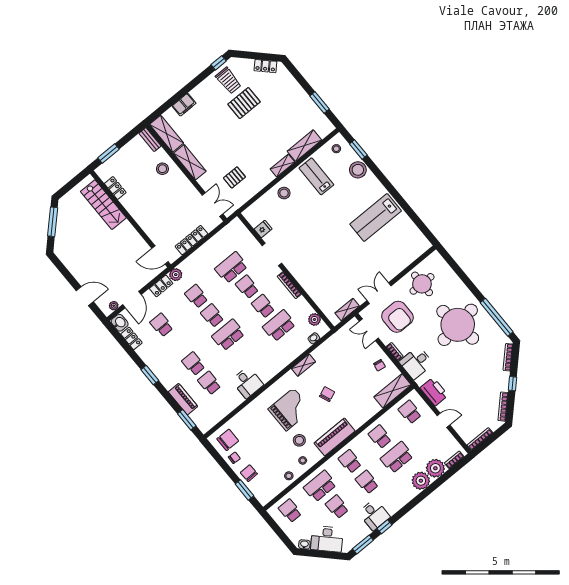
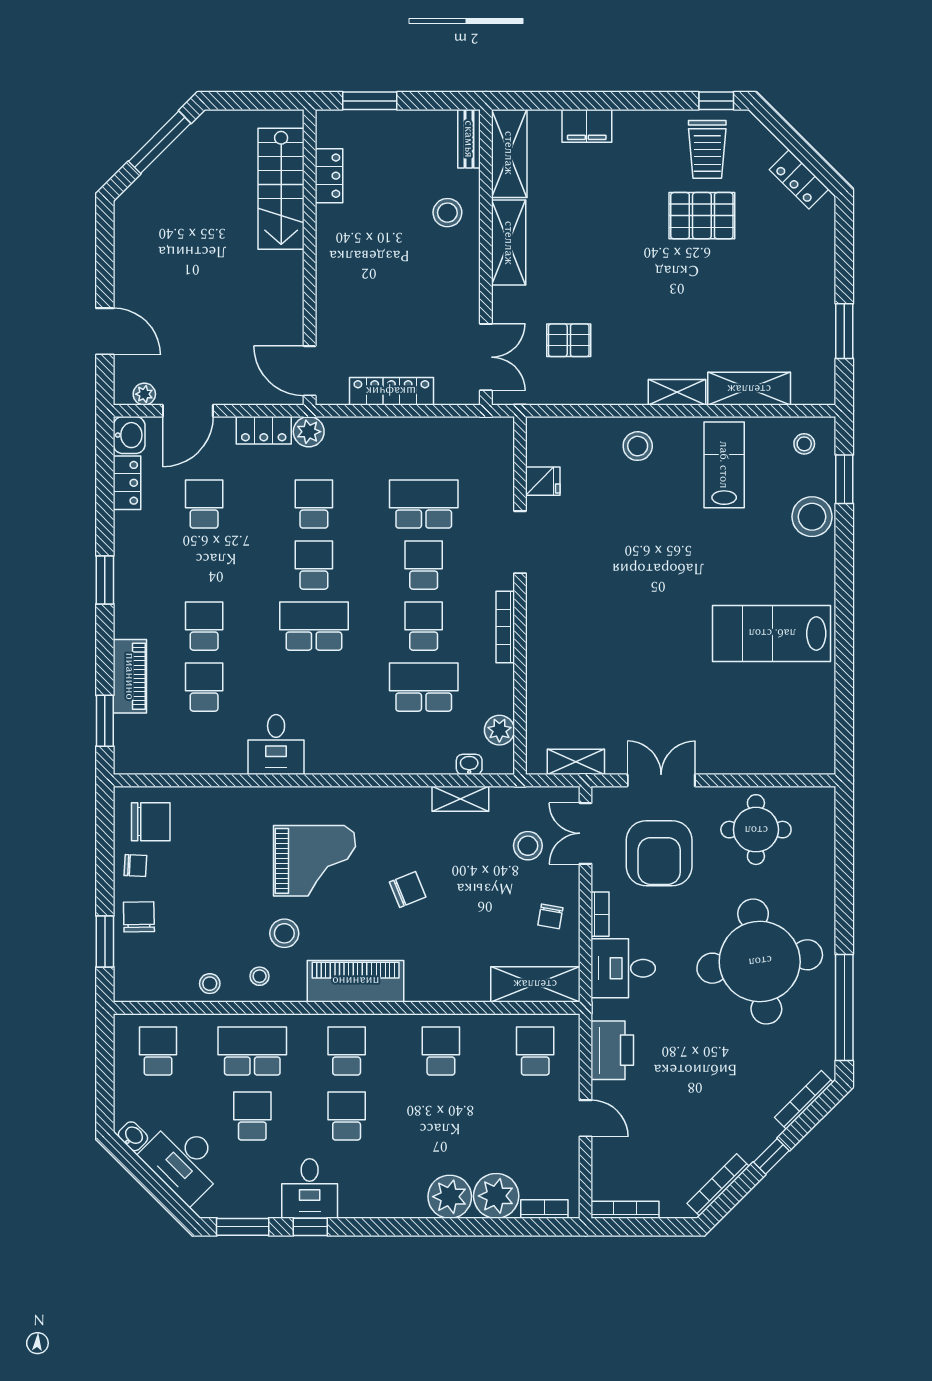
stool: (354, 349) -> (528, 846), added
shelving: (303, 365) -> (460, 799), moved
school desk: (397, 457) -> (441, 1116), removed

